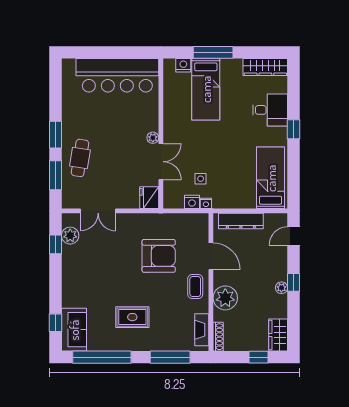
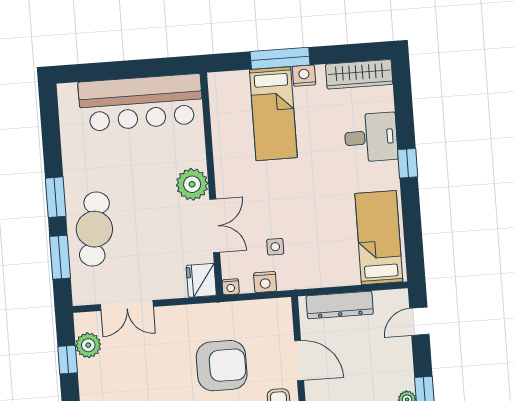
nightstand: (183, 65) -> (304, 76), moved
plant: (153, 138) -> (192, 184), width x1.88, depth x1.88
cafe table: (80, 158) -> (94, 229), width x1.37, depth x1.35
nightstand: (206, 203) -> (231, 287), moved

